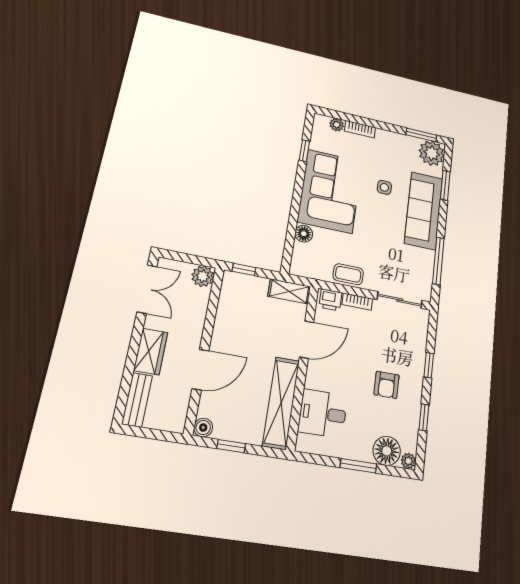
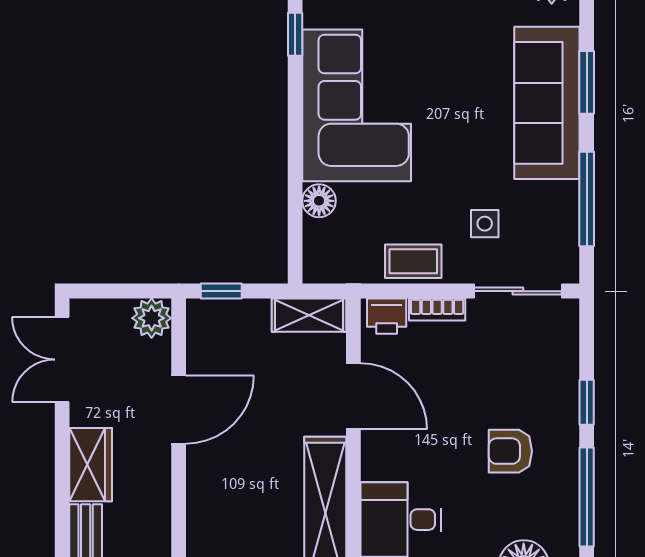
window: (445, 185) -> (587, 82), moved
side table: (384, 187) -> (485, 224), moved
double door: (147, 289) -> (62, 360), swing flipped
door: (307, 340) -> (353, 396), hinge flipped
door: (200, 370) -> (179, 409), moved
armchair: (387, 385) -> (510, 451), turned 90
window: (424, 417) -> (587, 497), width x2.17

